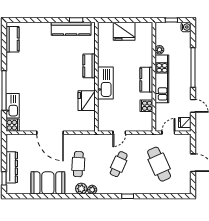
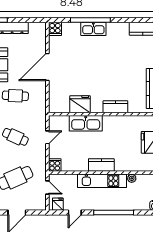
kitchen sink: (105, 83) -> (86, 123), moved
kitchen sink: (13, 106) -> (93, 29), moved
cooker: (146, 106) -> (55, 165), moved
door: (119, 133) -> (47, 137), swing flipped

